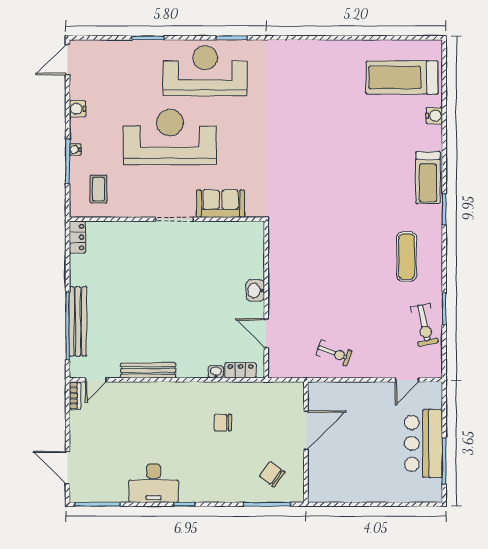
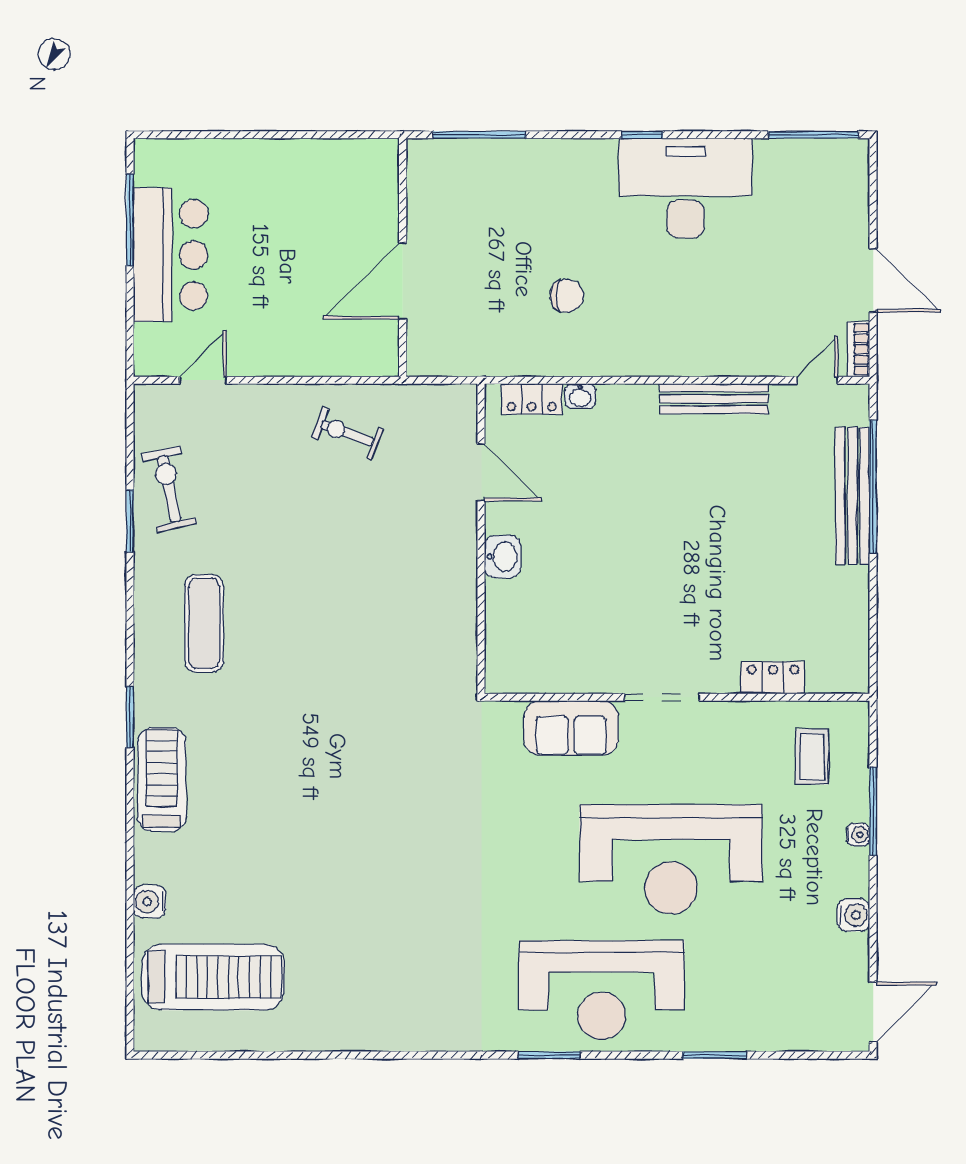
locker: (77, 237) -> (773, 678), moved, turned 90
door: (68, 467) -> (873, 280), moved
chair: (272, 474) -> (469, 194), removed
desk: (154, 483) -> (686, 188), width x1.36, depth x1.30

